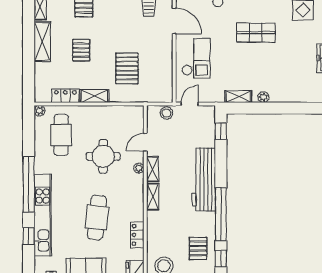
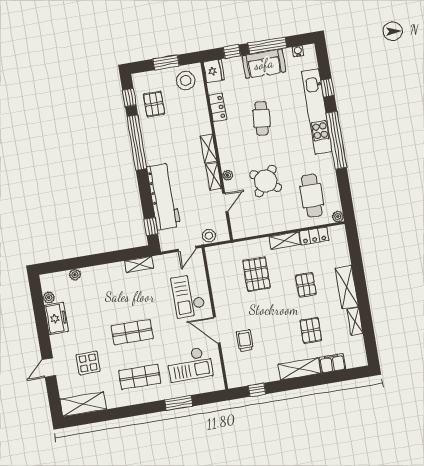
plant: (263, 97) -> (75, 275), moved
round table: (103, 156) -> (266, 181), turned 38
workbench: (204, 179) -> (164, 197), moved
cafe table: (97, 217) -> (262, 118), width x0.73, depth x0.74

